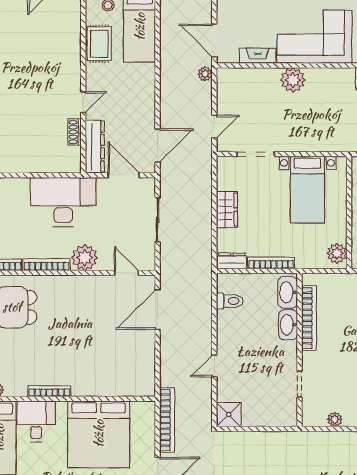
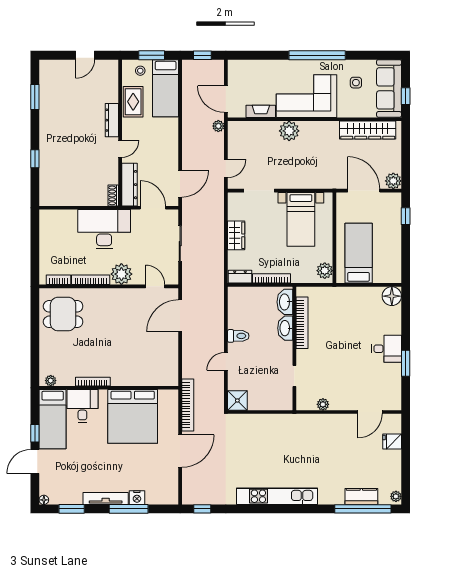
dresser: (73, 67) -> (112, 120), added
shoe rack: (75, 132) -> (113, 195), moved
toilet: (230, 301) -> (238, 336), moved

